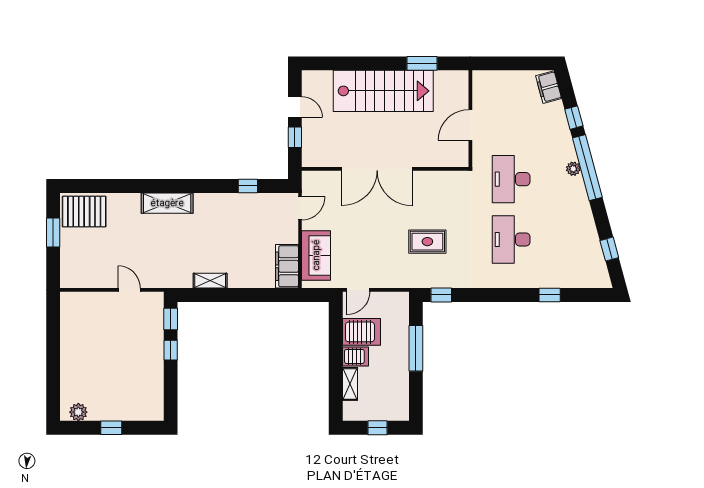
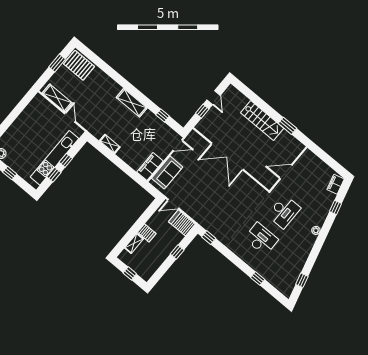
stairs: (383, 91) -> (262, 121), width x0.73, depth x0.66
window: (587, 168) -> (323, 235), removed
desk: (511, 179) -> (284, 212), turned 180
shelving: (167, 203) -> (132, 103), moved
desk: (511, 239) -> (261, 239), turned 90
rug: (427, 242) -> (223, 208), removed
shelving: (92, 278) -> (57, 98), added
window: (171, 319) -> (54, 175), moved
server rack: (361, 332) -> (182, 223), moved, turned 180
window: (416, 348) -> (177, 252), width x0.46
kitchen unit: (153, 359) -> (55, 158), added

